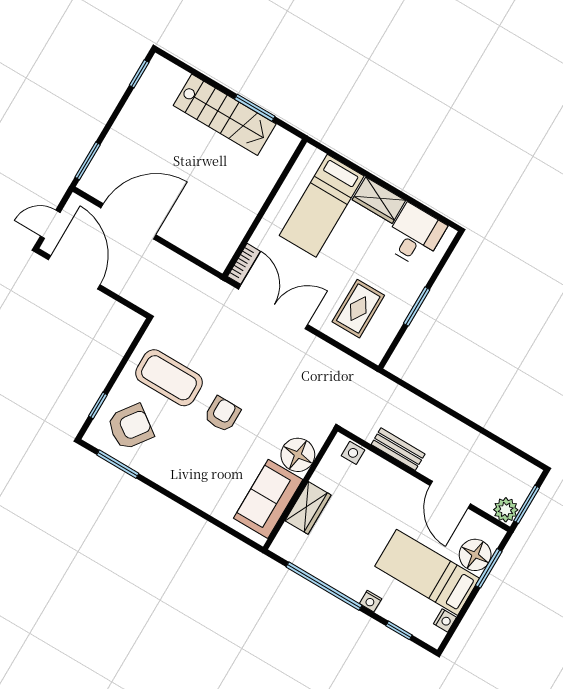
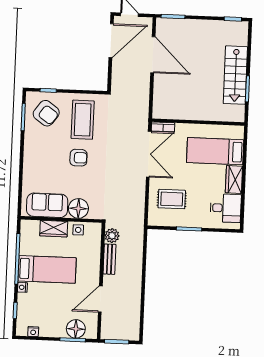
side table: (353, 453) -> (78, 230), moved
plant: (506, 510) -> (112, 236), moved
bed: (427, 572) -> (47, 269), moved, turned 90

